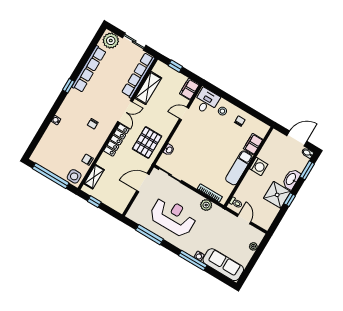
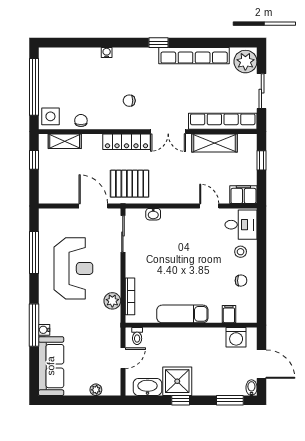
pallet: (147, 142) -> (130, 184), moved
filing cabinet: (253, 144) -> (229, 314), width x0.50
washing machine: (259, 166) -> (236, 337), moved
washbasin: (291, 179) -> (148, 387), moved

